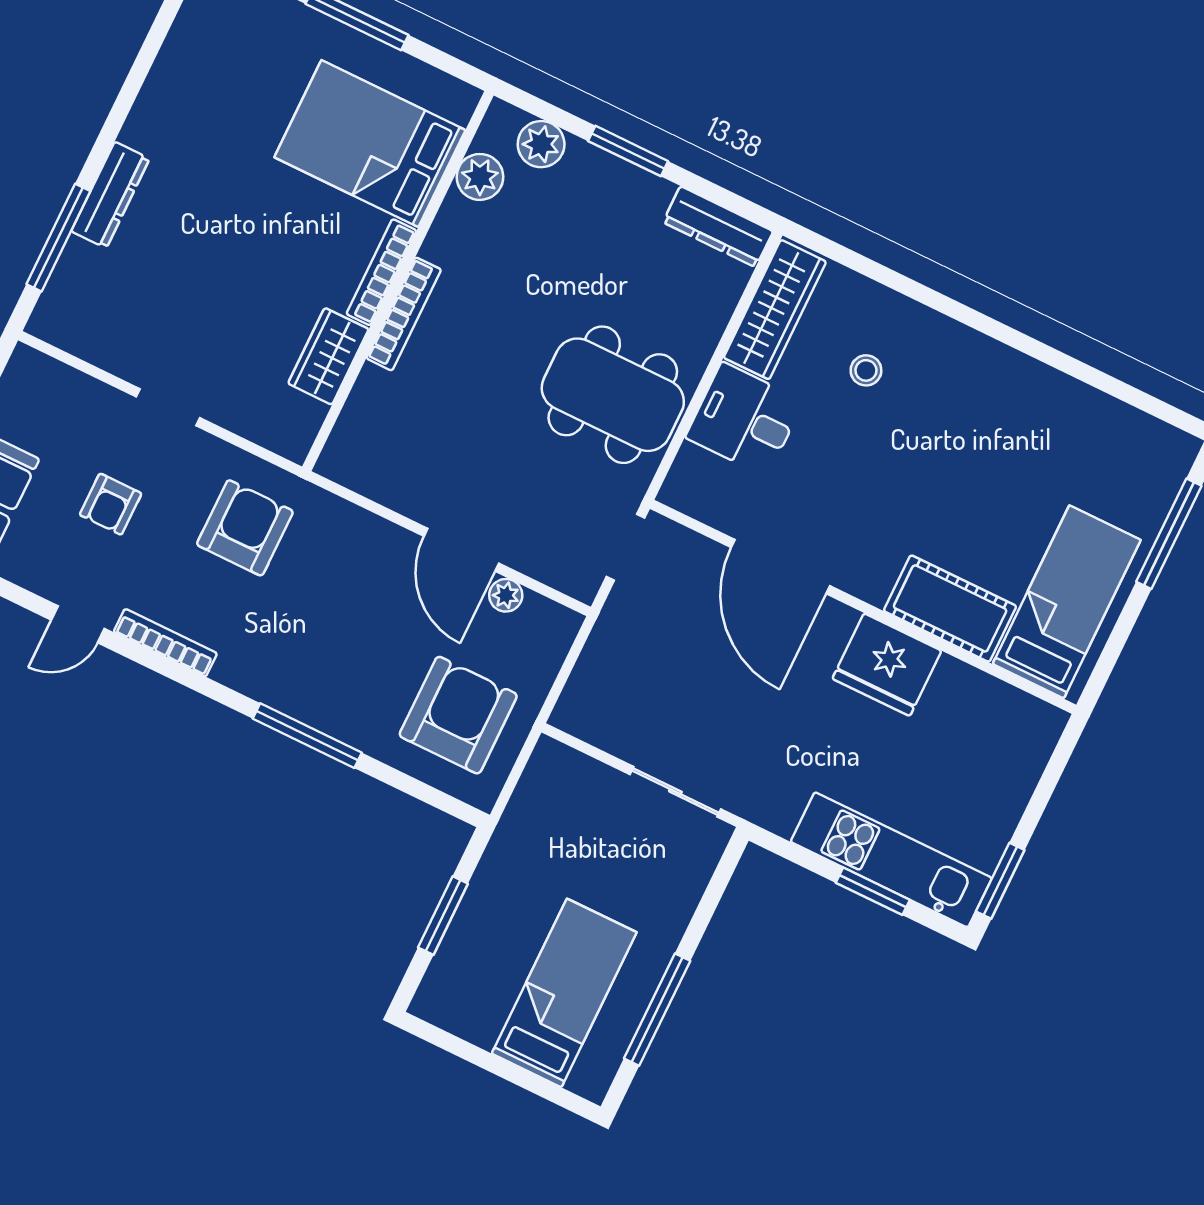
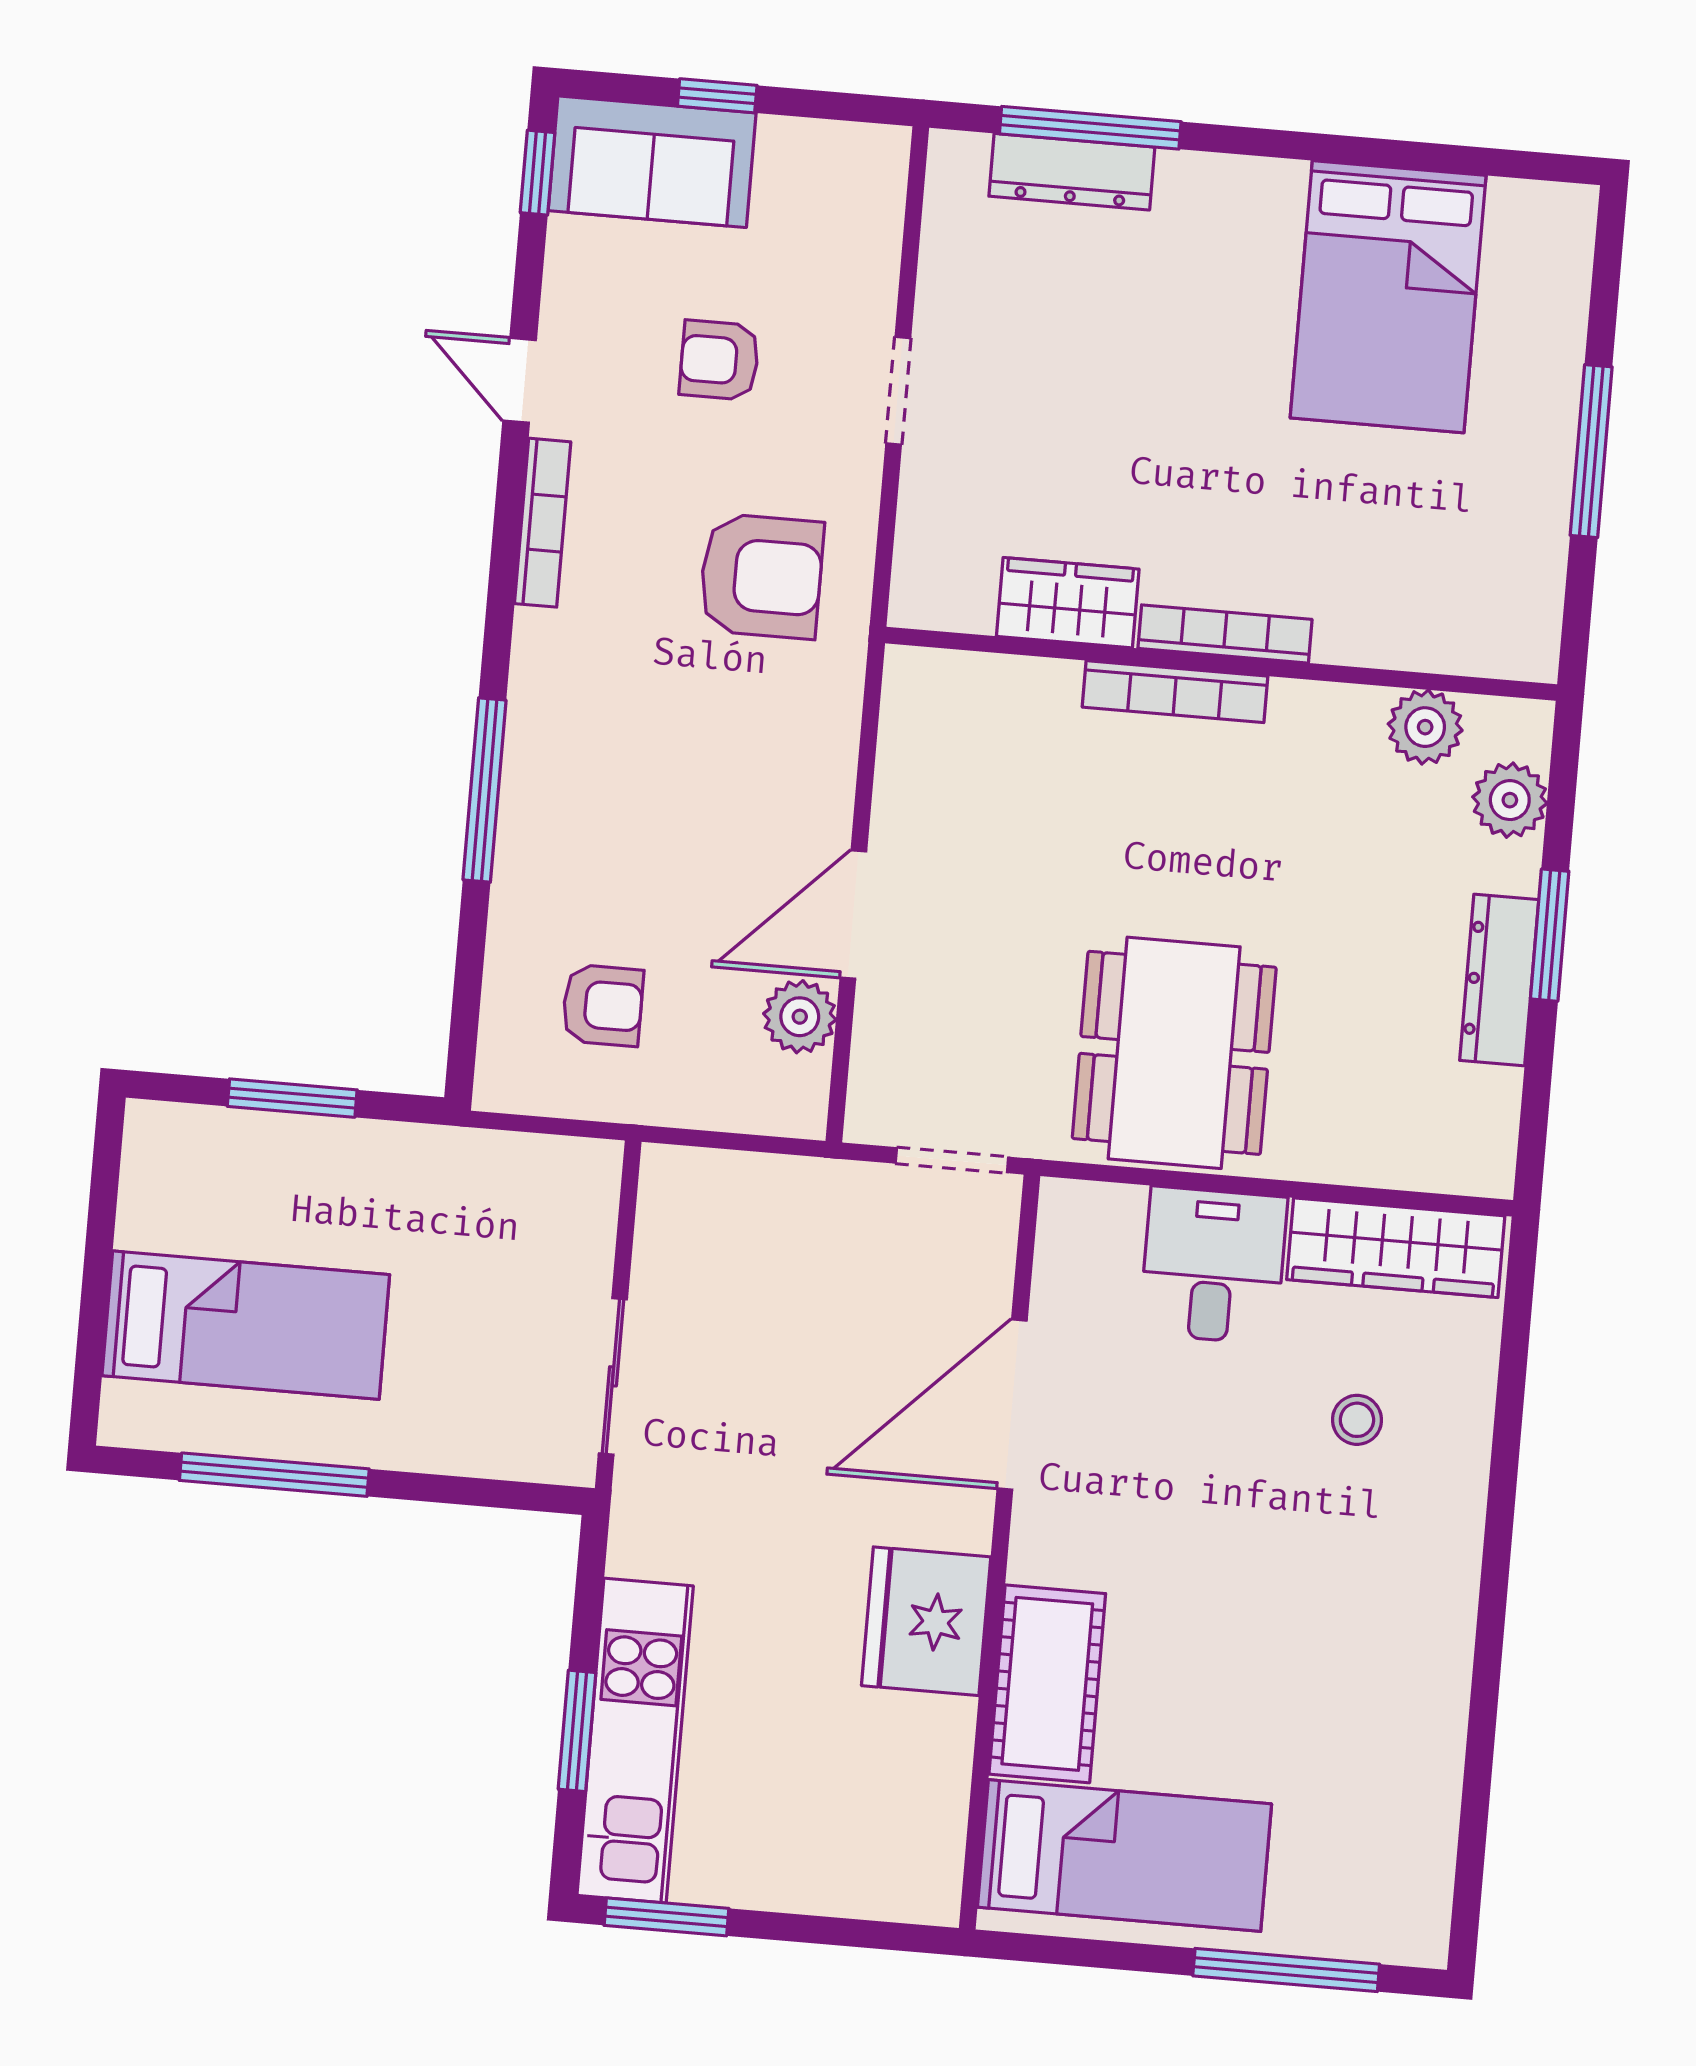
bed: (370, 144) -> (1388, 297), moved, turned 180
dresser: (110, 195) -> (1072, 172), moved
dresser: (718, 227) -> (1499, 980), moved
plant: (506, 595) -> (800, 1017), width x1.38, depth x1.38
armchair: (458, 715) -> (603, 1005), width x0.53, depth x0.53

